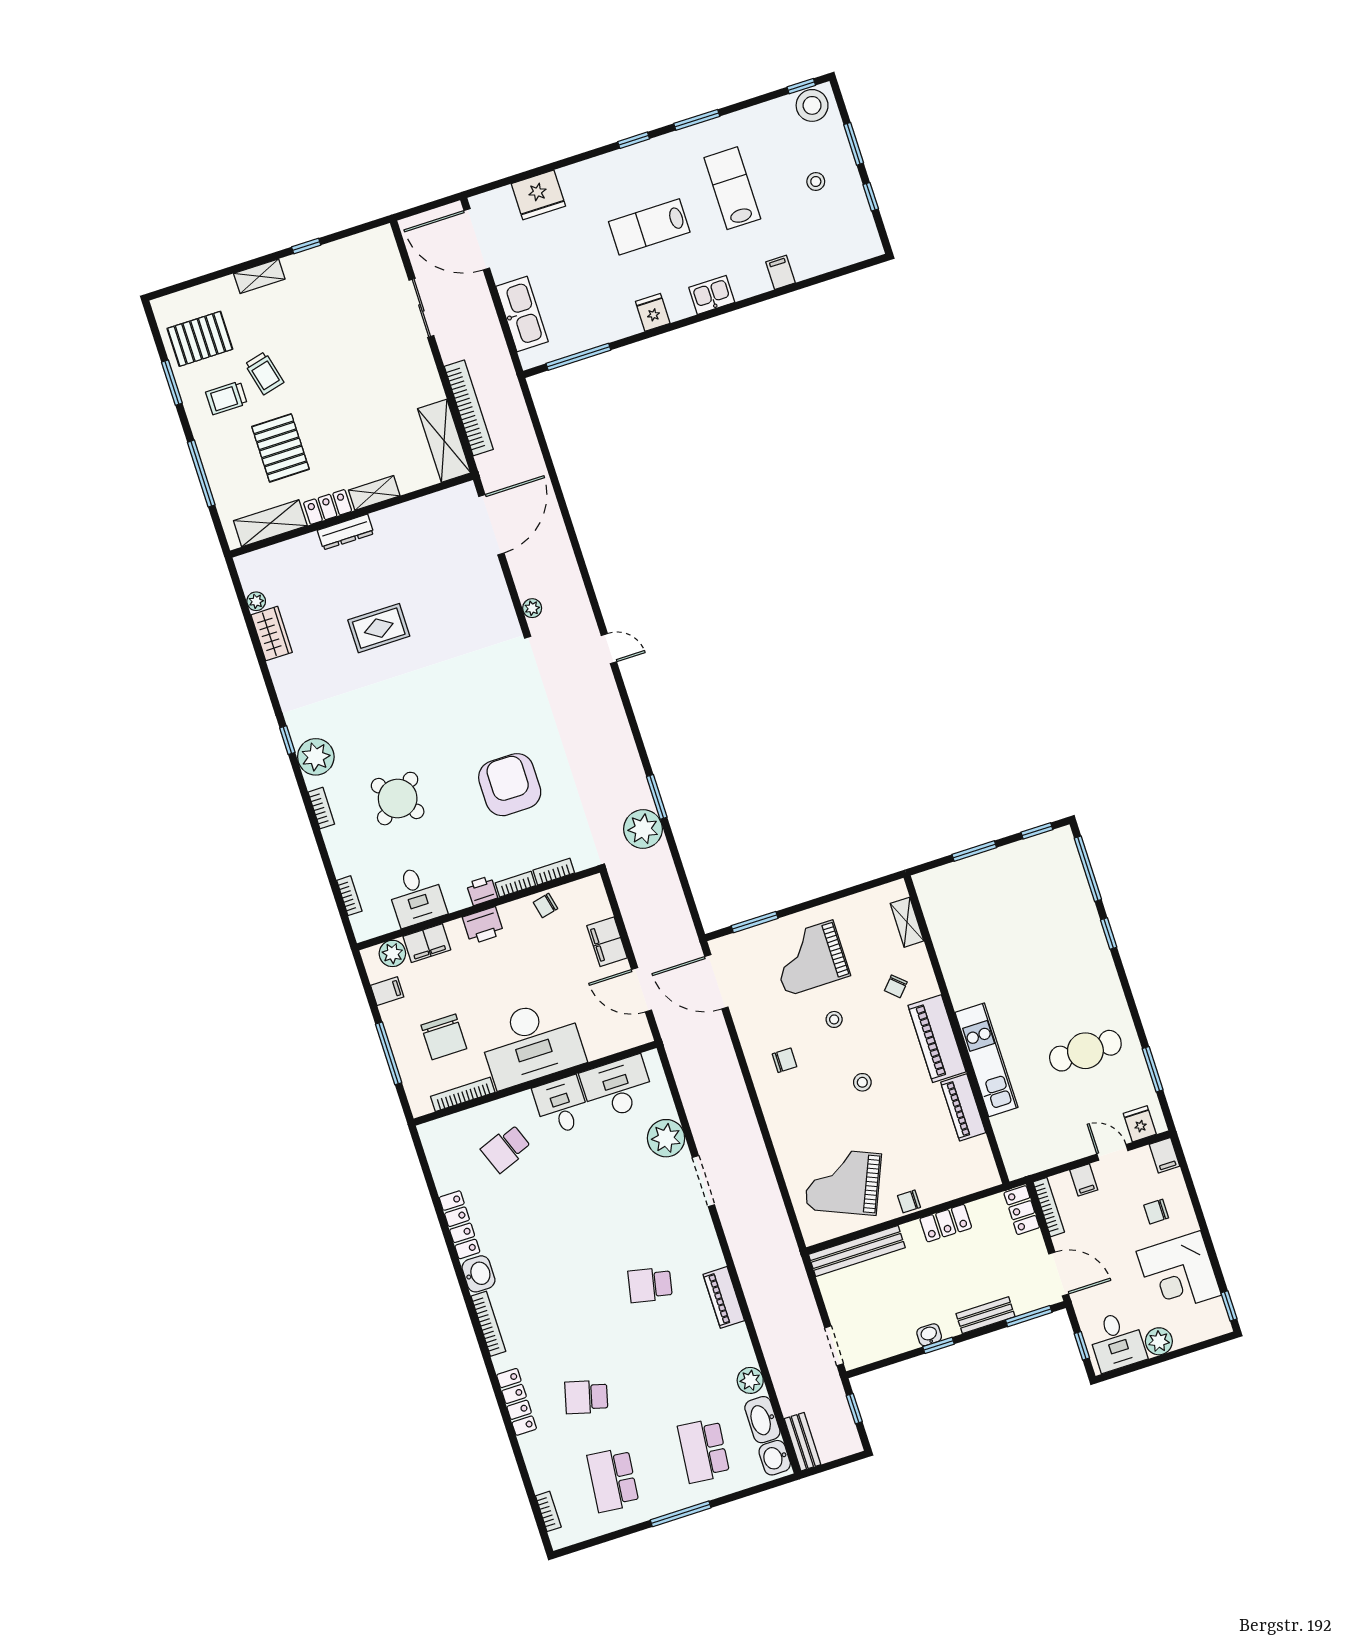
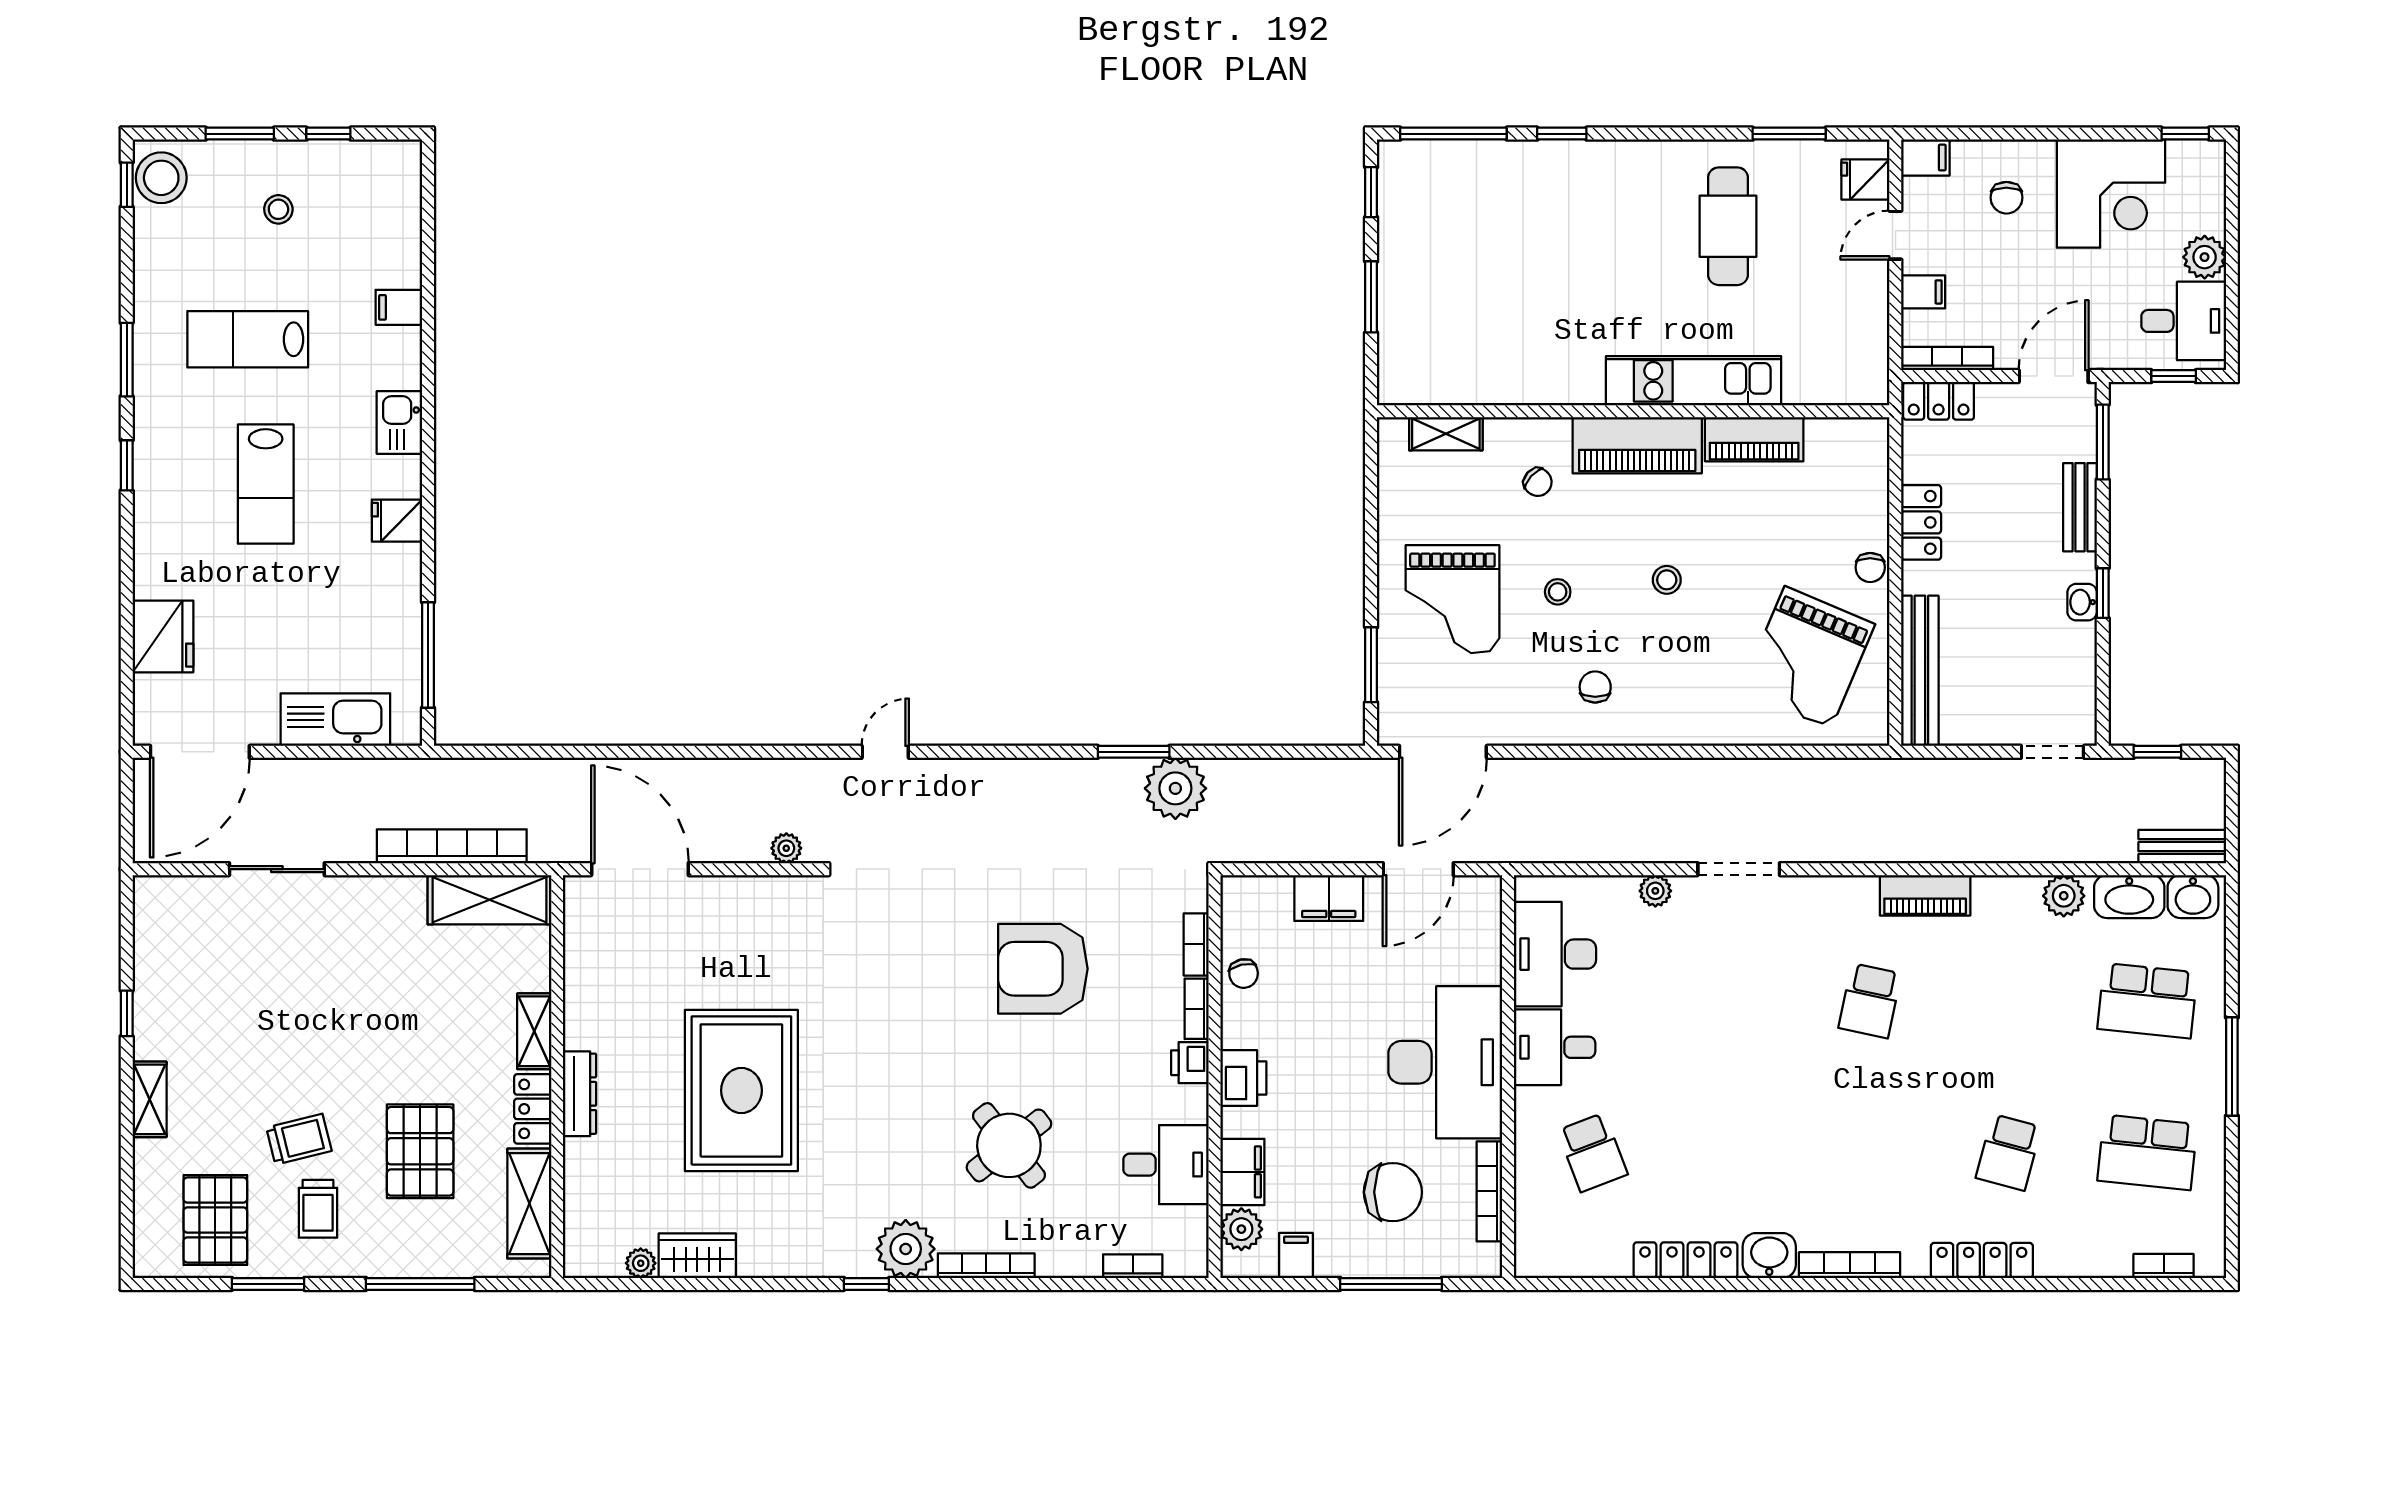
pallet: (280, 448) -> (420, 1151), turned 90
rug: (379, 628) -> (741, 1090), width x1.86, depth x2.06
bookcase: (321, 808) -> (986, 1266), width x1.56
plant: (666, 1138) -> (1655, 891), width x0.53, depth x0.53

